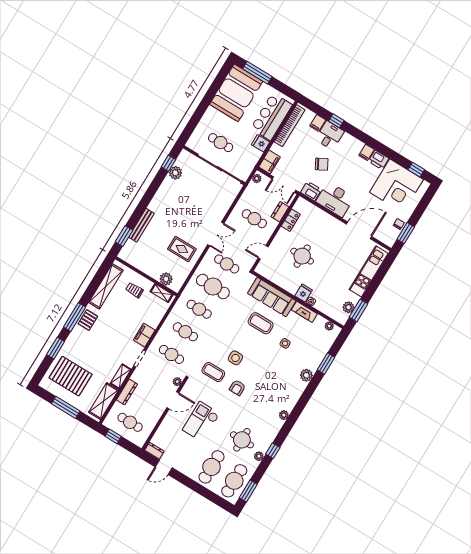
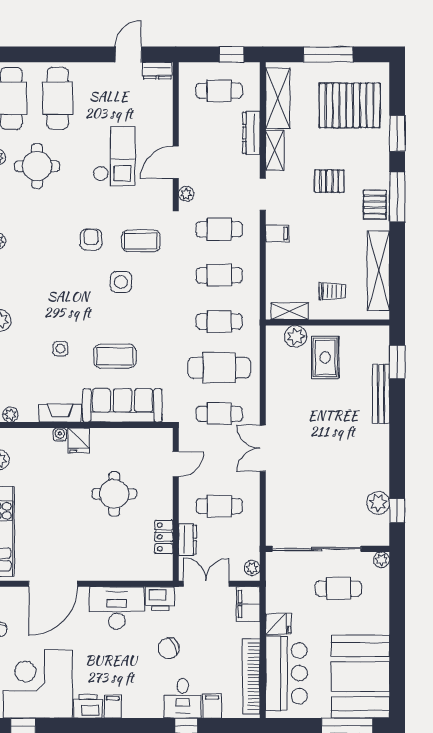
plant: (191, 144) -> (382, 560), added
rug: (182, 249) -> (325, 357), moved, turned 90
filing cabinet: (144, 335) -> (277, 233), width x0.50
pallet: (103, 345) -> (329, 181), added

